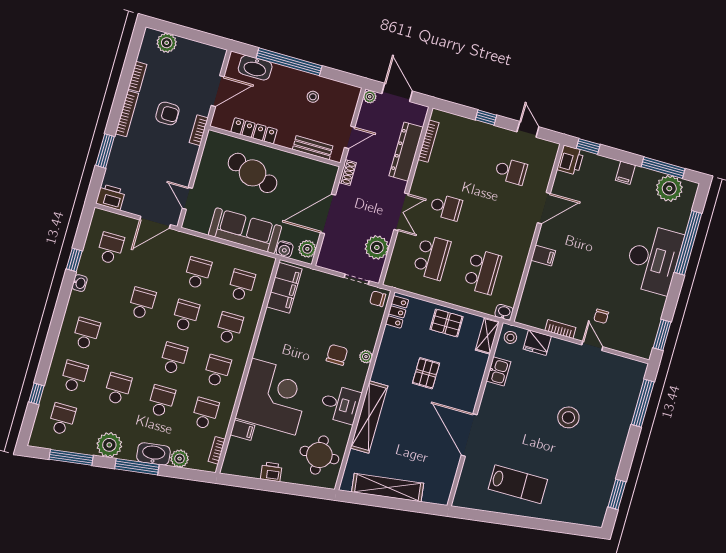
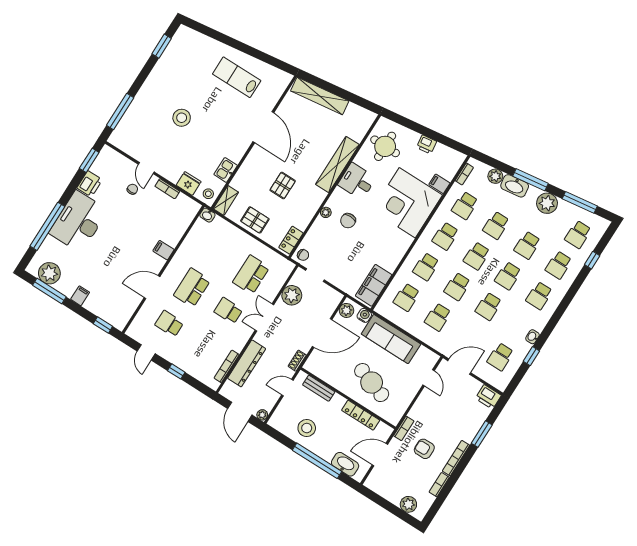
stool: (313, 97) -> (307, 428), width x1.89, depth x1.89
printer: (570, 160) -> (90, 184), moved, turned 180
school desk: (482, 272) -> (192, 288), moved
school desk: (130, 346) -> (508, 276), added
shelving: (388, 488) -> (320, 96), moved

